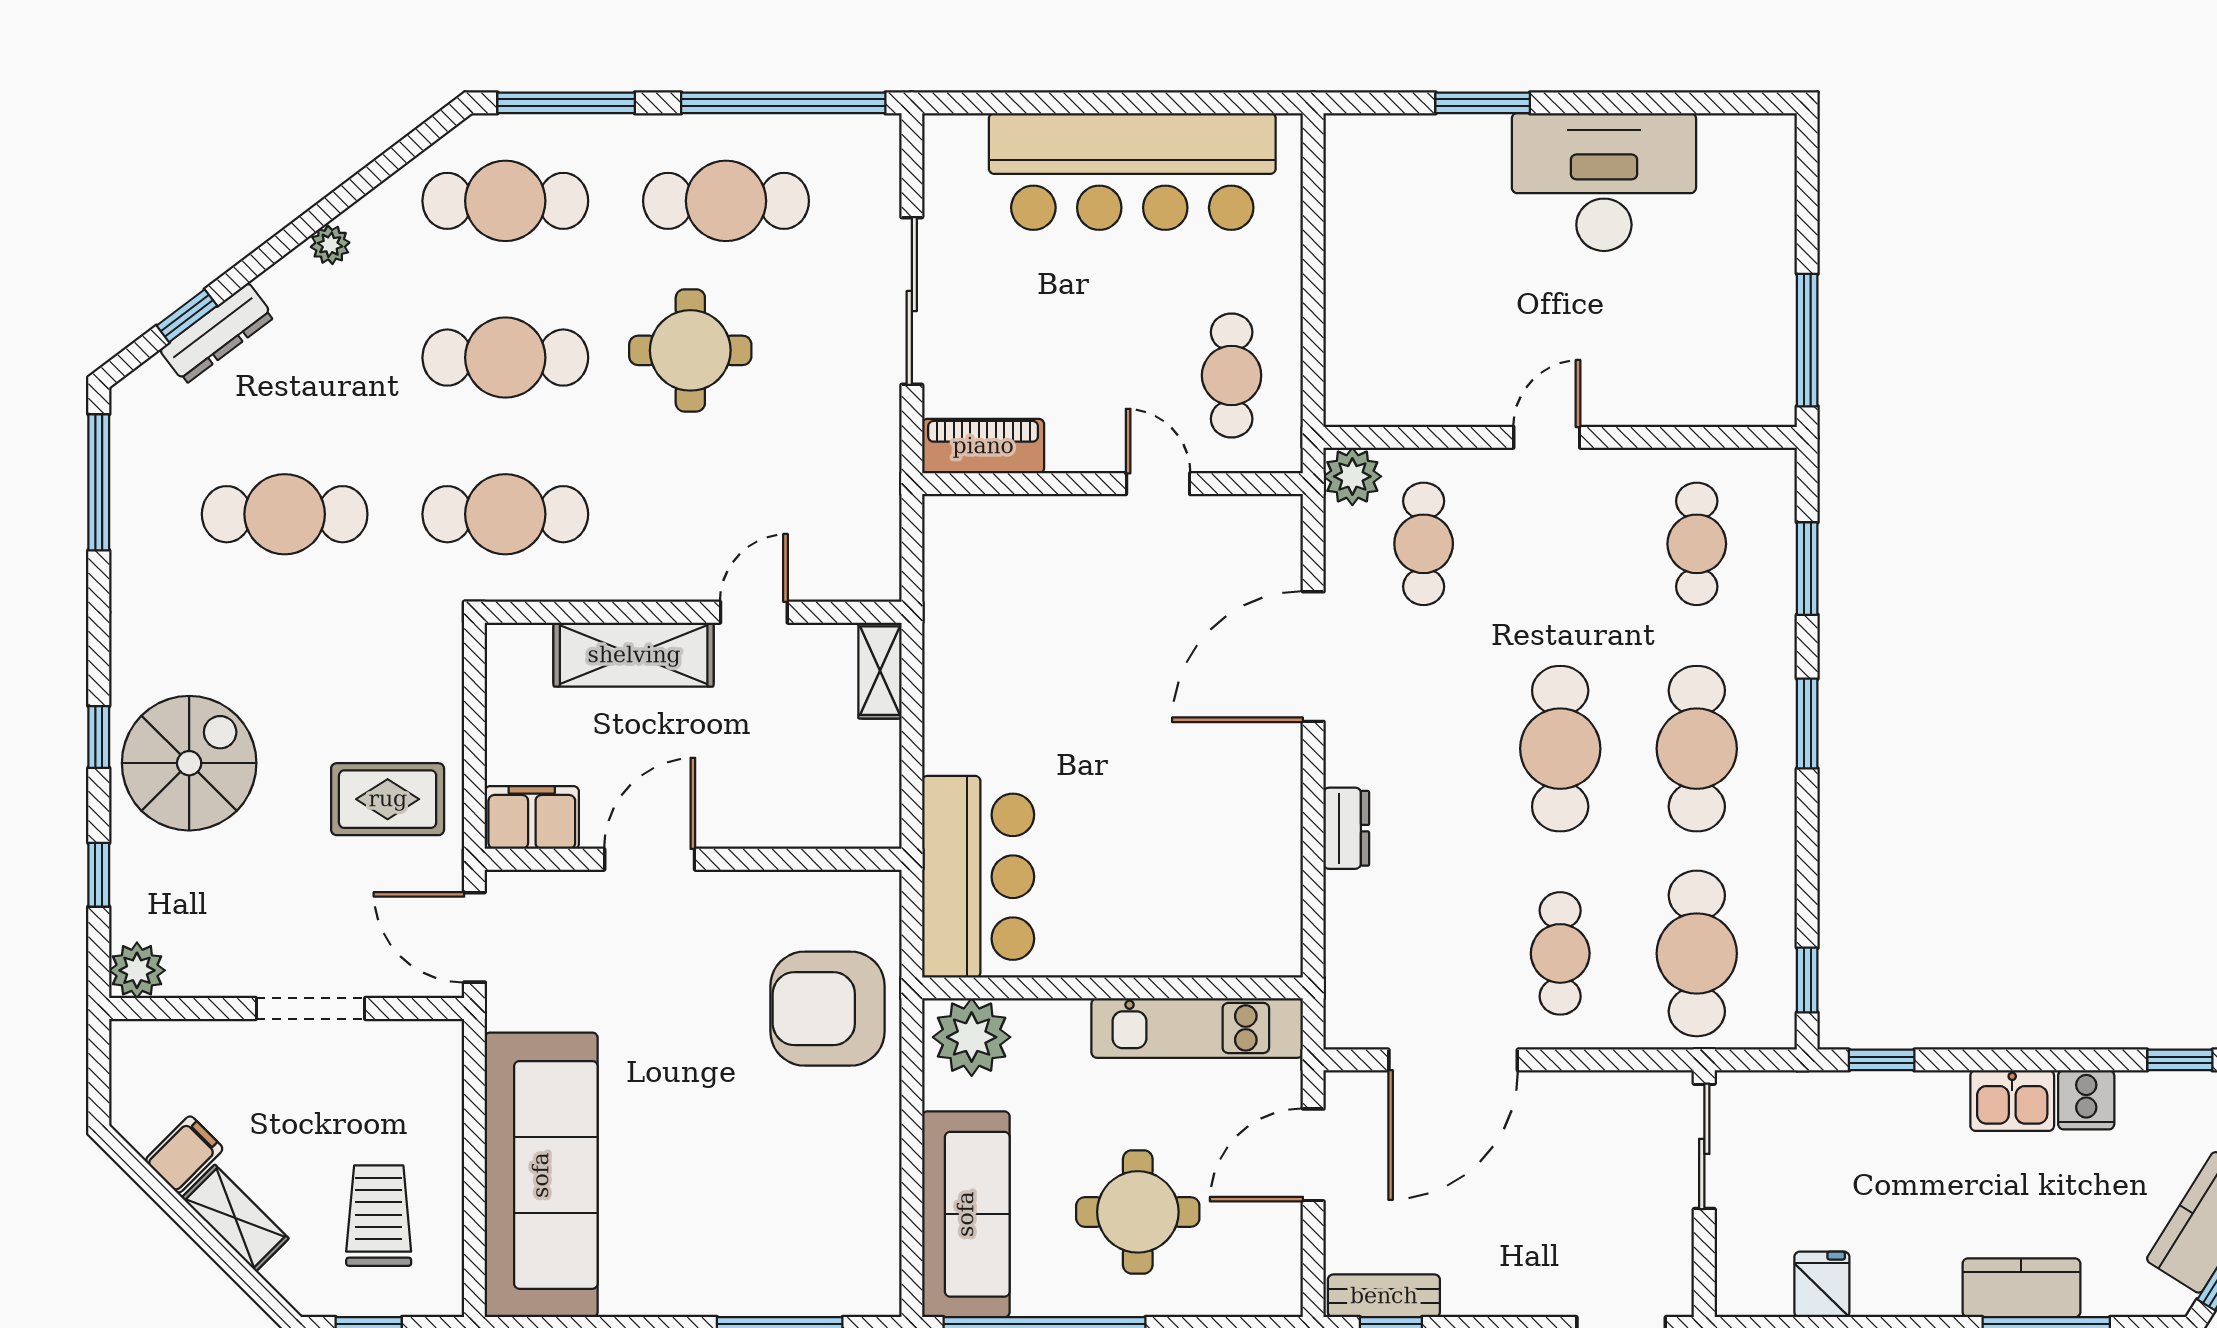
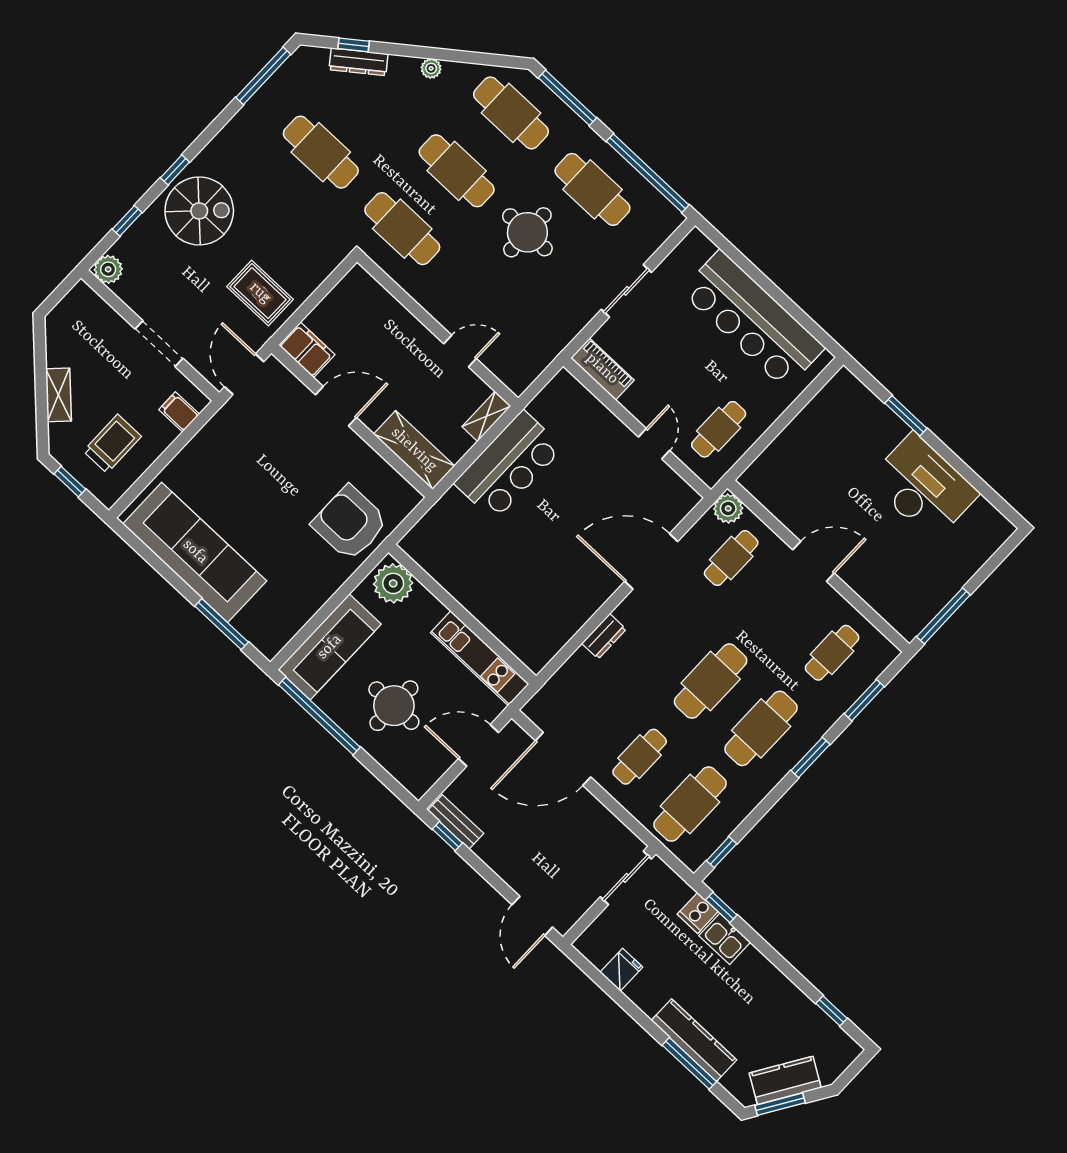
sliding door: (912, 301) -> (626, 291), width x0.73
door: (1547, 437) -> (814, 561), width x1.37
shelving: (634, 655) -> (414, 450), moved
bar counter: (978, 877) -> (509, 465), moved
cooker: (2086, 1100) -> (698, 913), moved
kitchen sink: (2012, 1101) -> (725, 939), moved
filing cabinet: (184, 1154) -> (179, 412), moved, turned -135
sofa: (541, 1175) -> (195, 552), moved, turned -90
kitchen counter: (2021, 1288) -> (694, 1040), width x1.50

